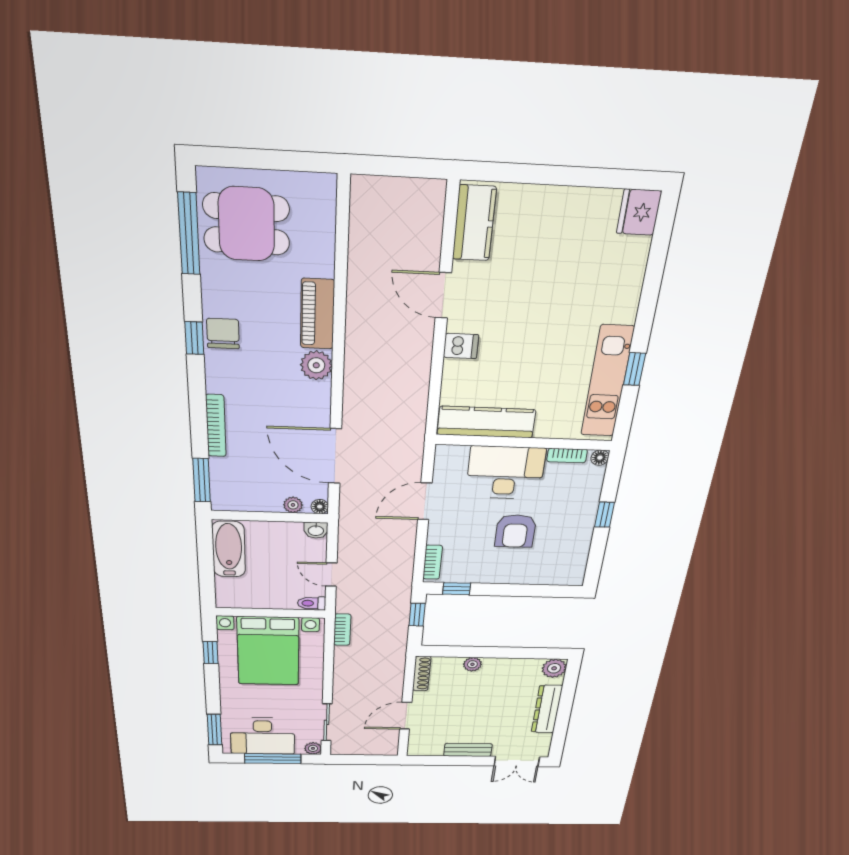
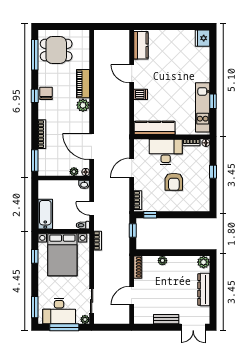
bathtub: (229, 549) -> (45, 214), moved

